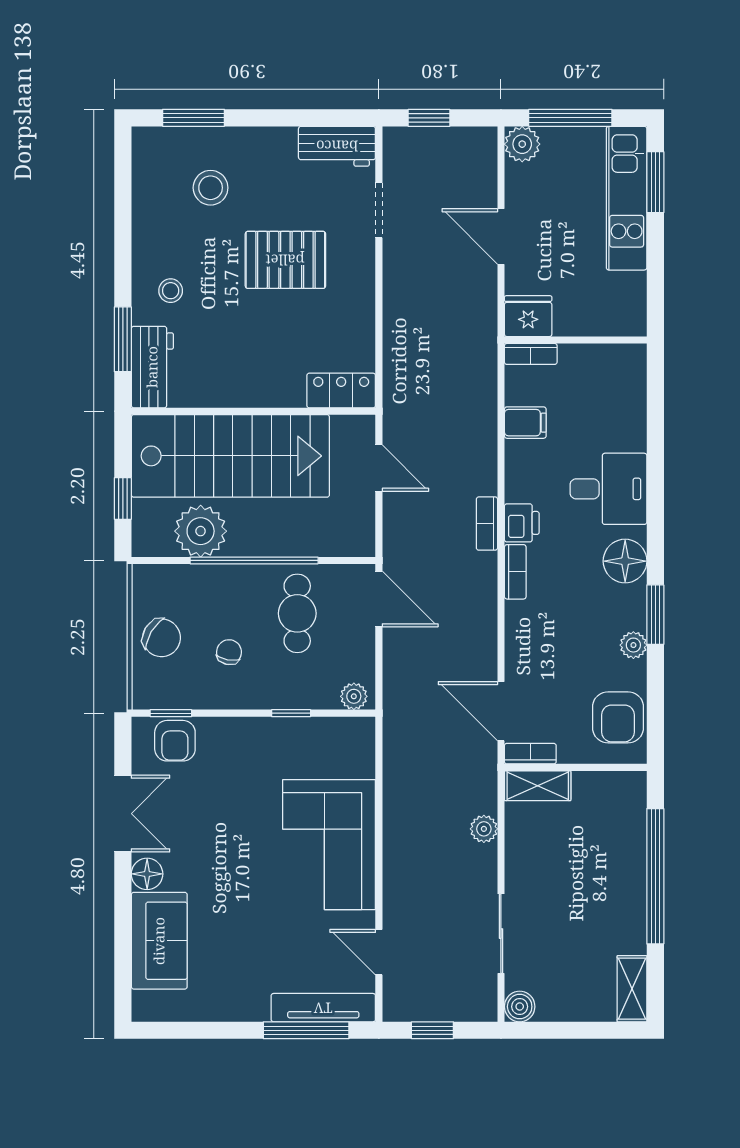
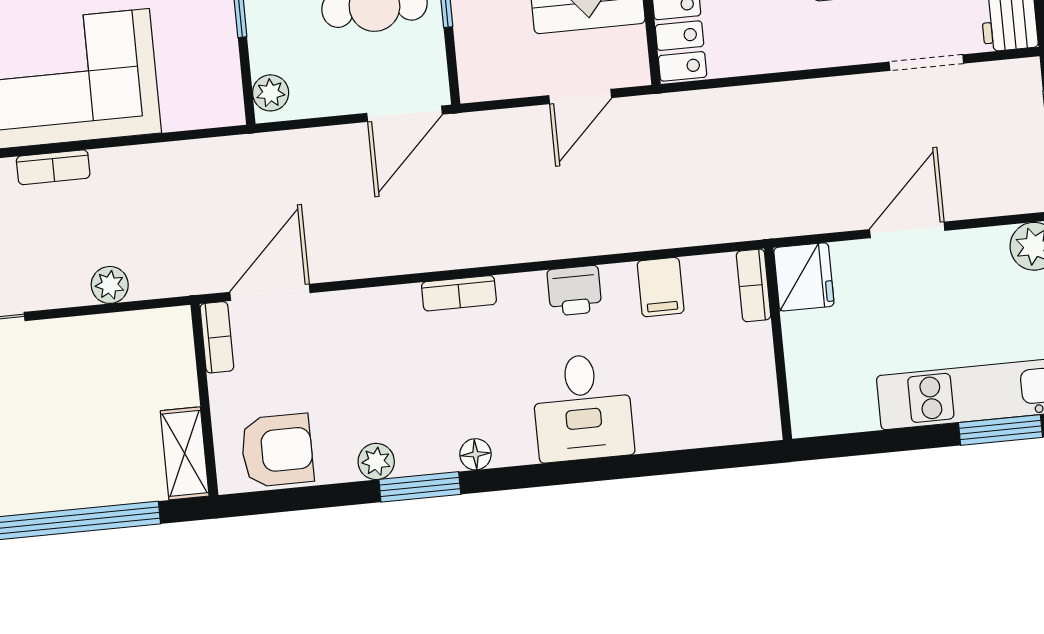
printer: (522, 523) -> (574, 291), moved
bookcase: (487, 524) -> (53, 167), moved, turned 180
floor lamp: (625, 561) -> (475, 454), width x0.53, depth x0.53
armchair: (618, 717) -> (277, 450), turned 180
shelving: (538, 786) -> (185, 453), moved

